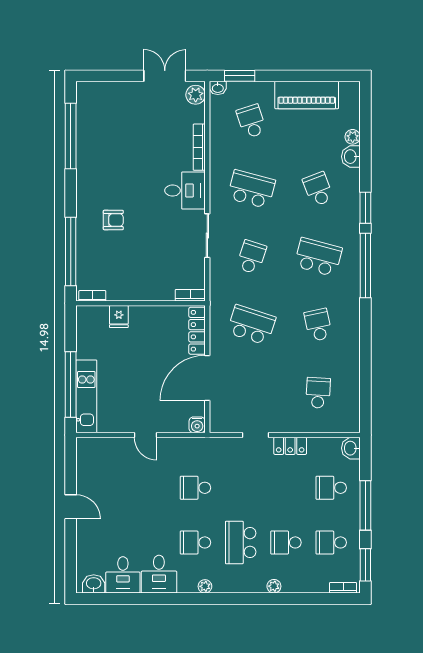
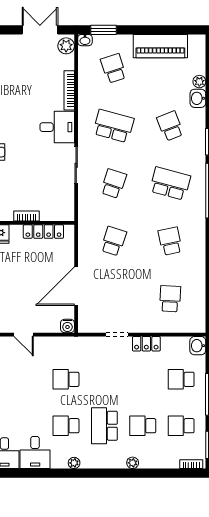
bookcase: (190, 295) -> (26, 216), moved
school desk: (251, 325) -> (113, 241), width x0.54
locker: (197, 331) -> (43, 232), moved, turned -90

